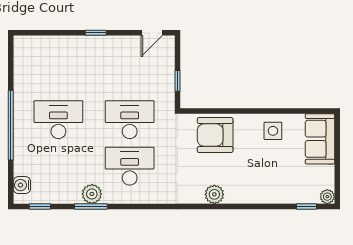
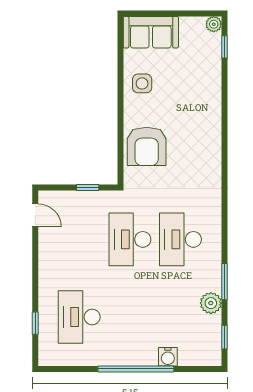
window: (96, 33) -> (35, 323), moved
desk: (58, 120) -> (79, 317), moved
water cooler: (22, 185) -> (168, 357), moved
plant: (92, 194) -> (211, 303), moved
plant: (214, 194) -> (211, 147), removed

